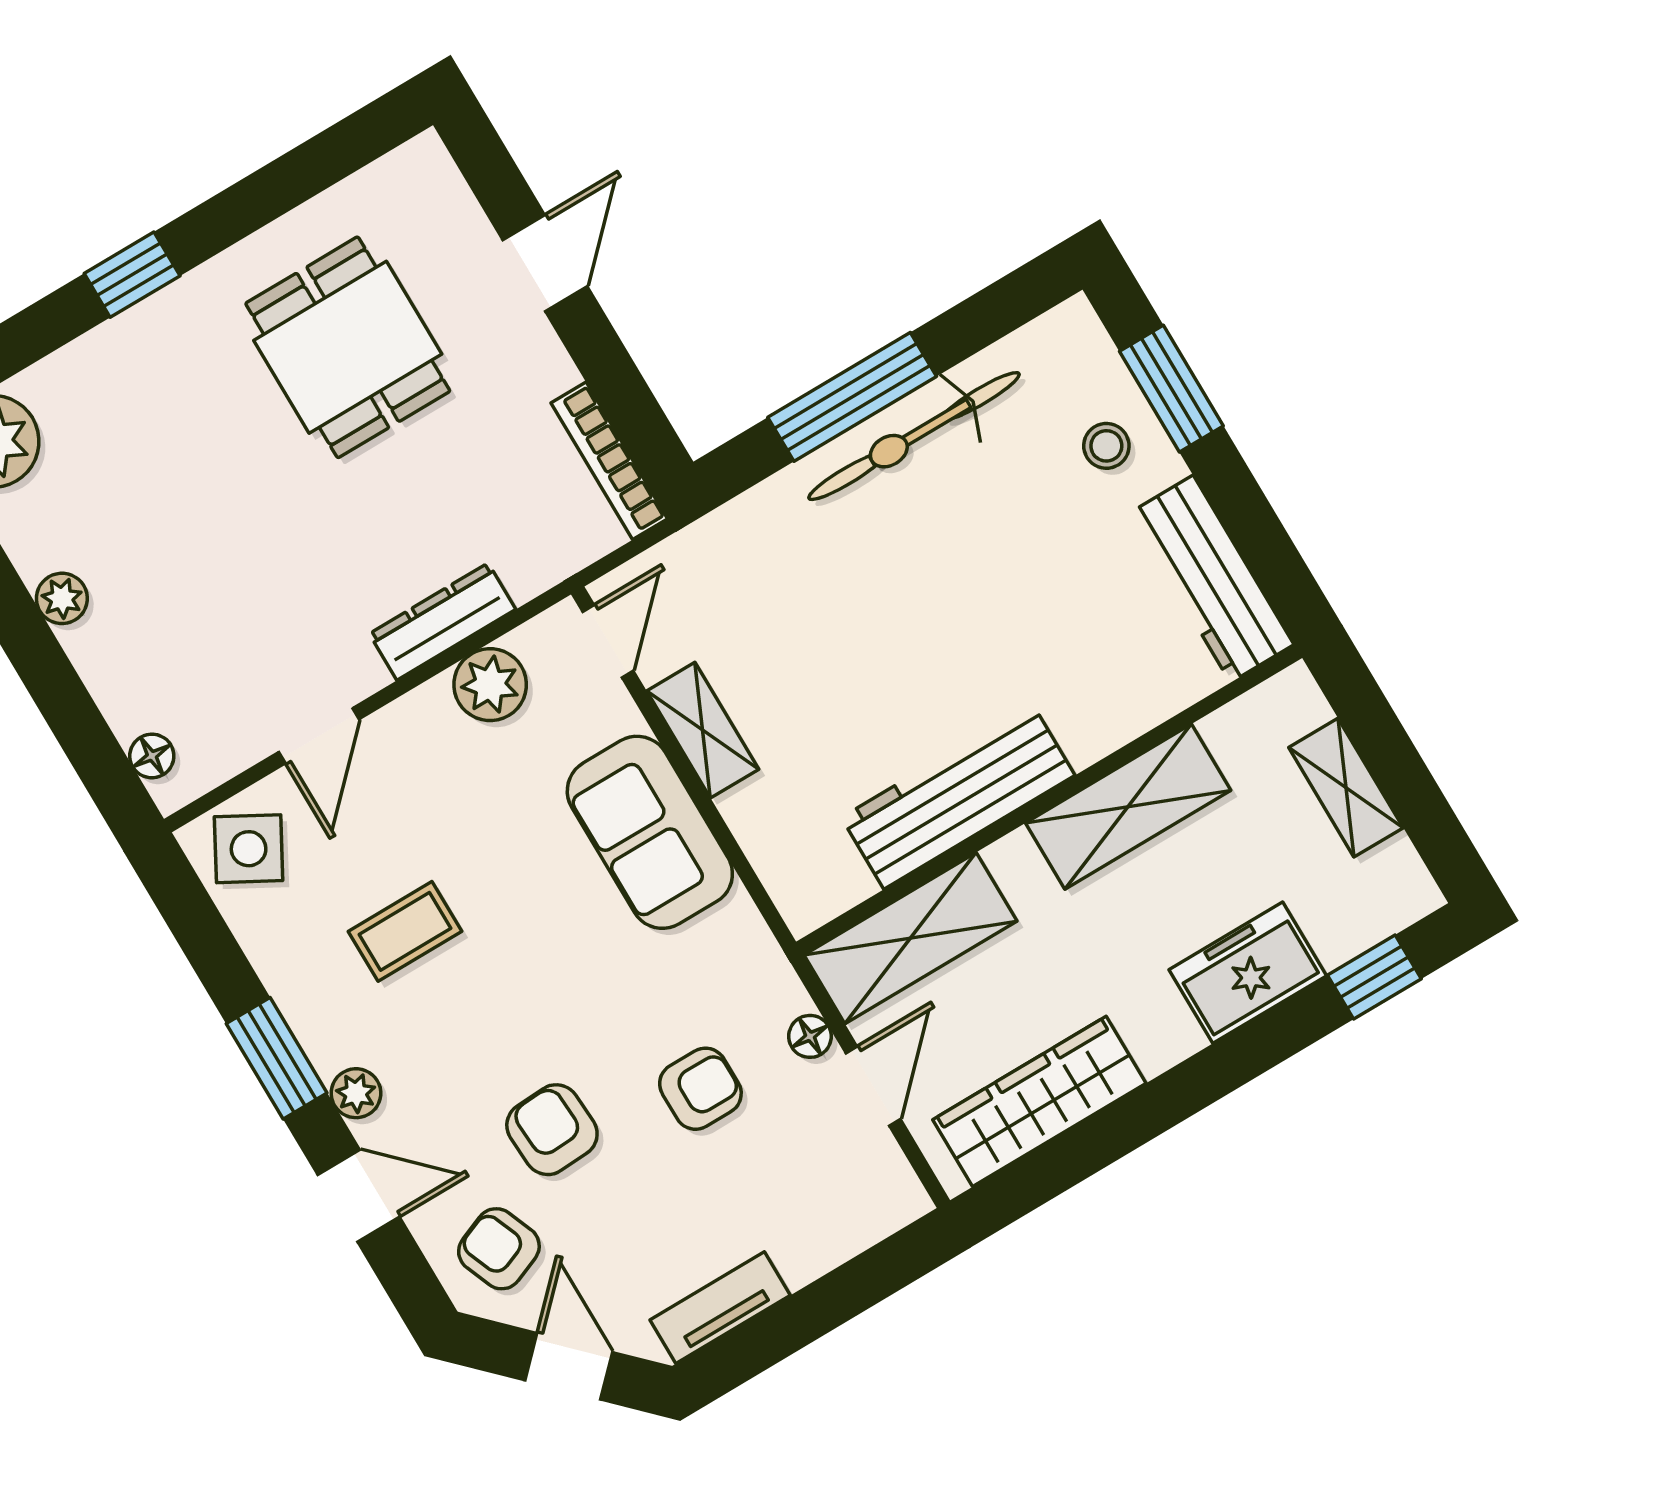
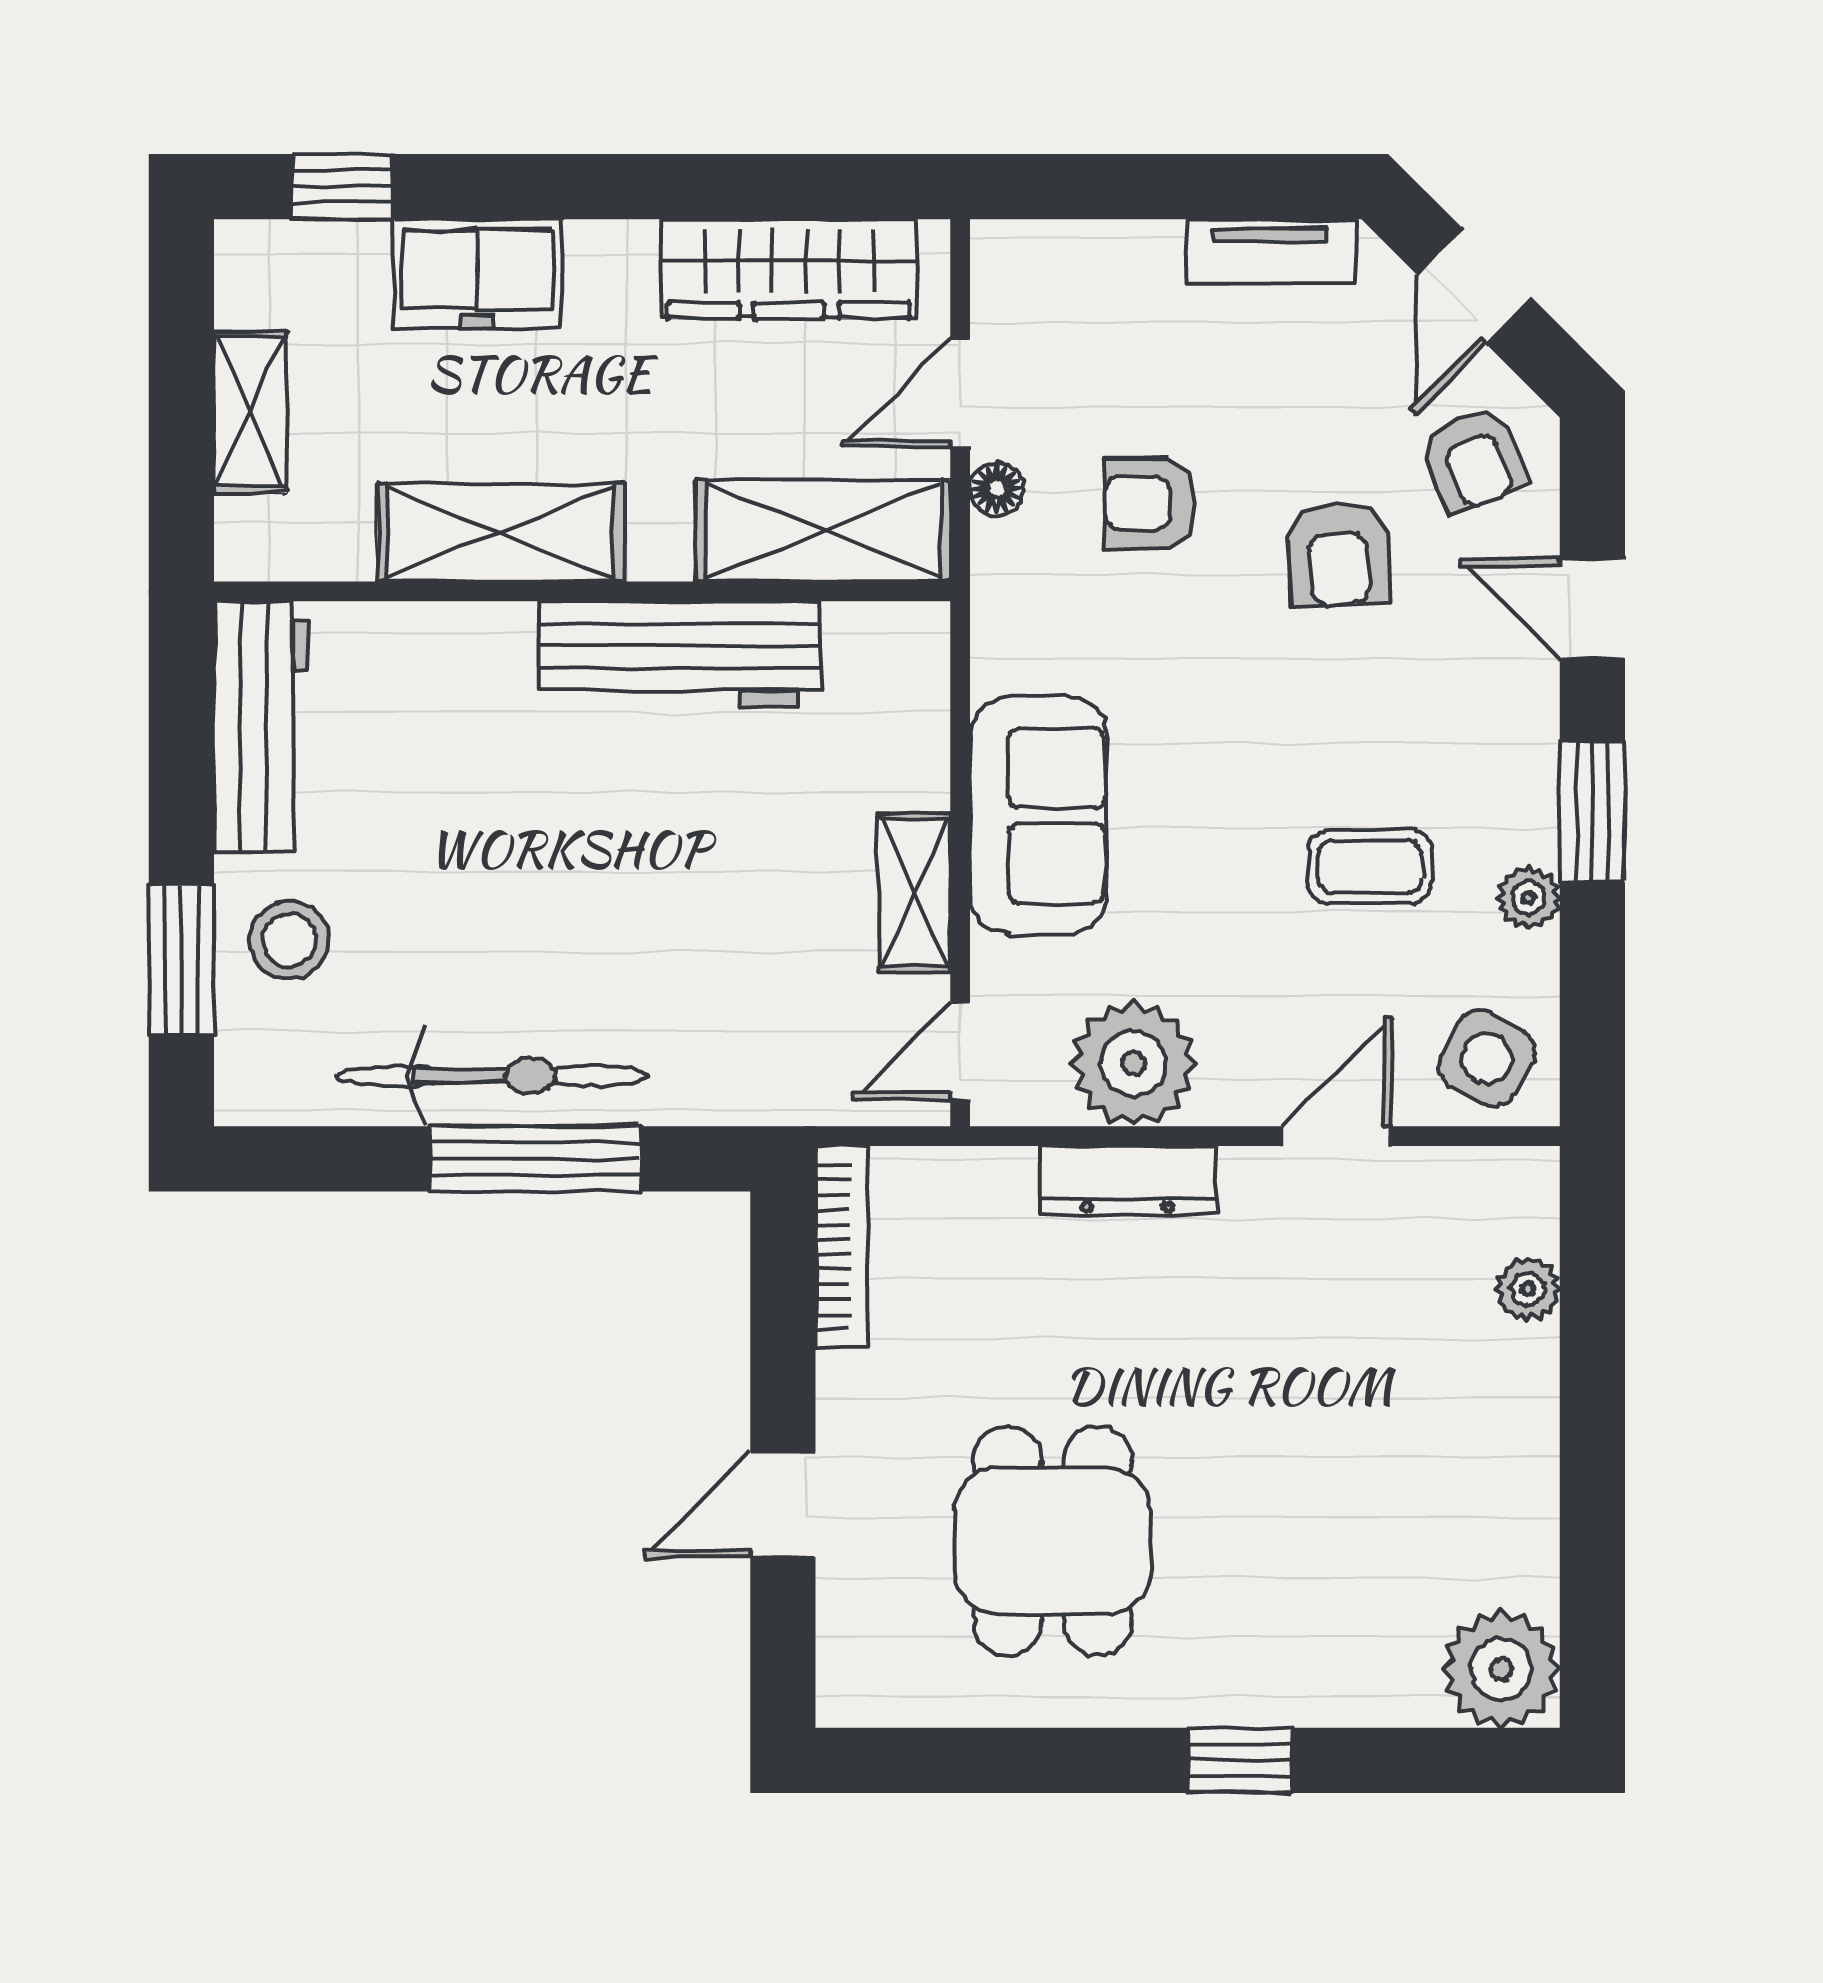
stool: (1106, 446) -> (289, 940), width x1.37, depth x1.37
plant: (62, 598) -> (1528, 1289), moved
plant: (490, 685) -> (1133, 1064), width x1.36, depth x1.36
floor lamp: (152, 756) -> (1532, 1223), removed
plant: (356, 1093) -> (1529, 898), moved

